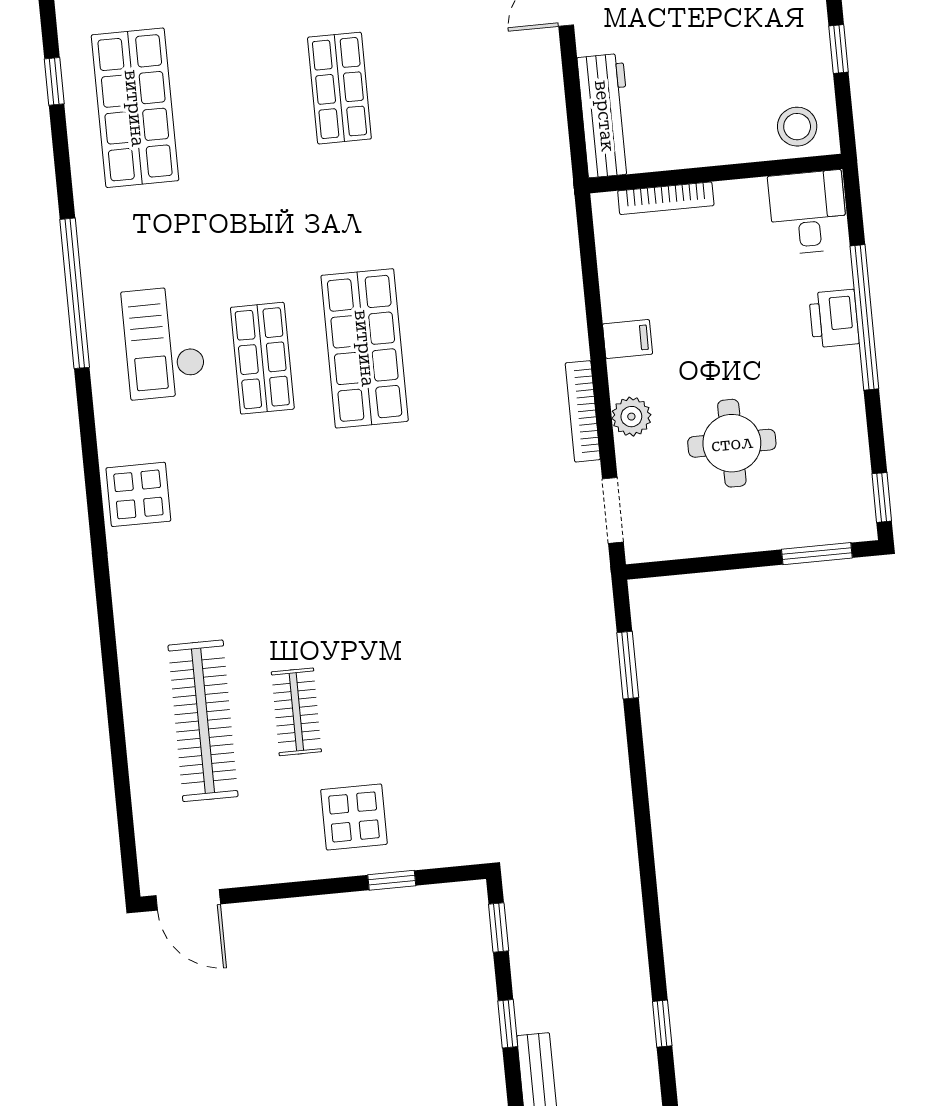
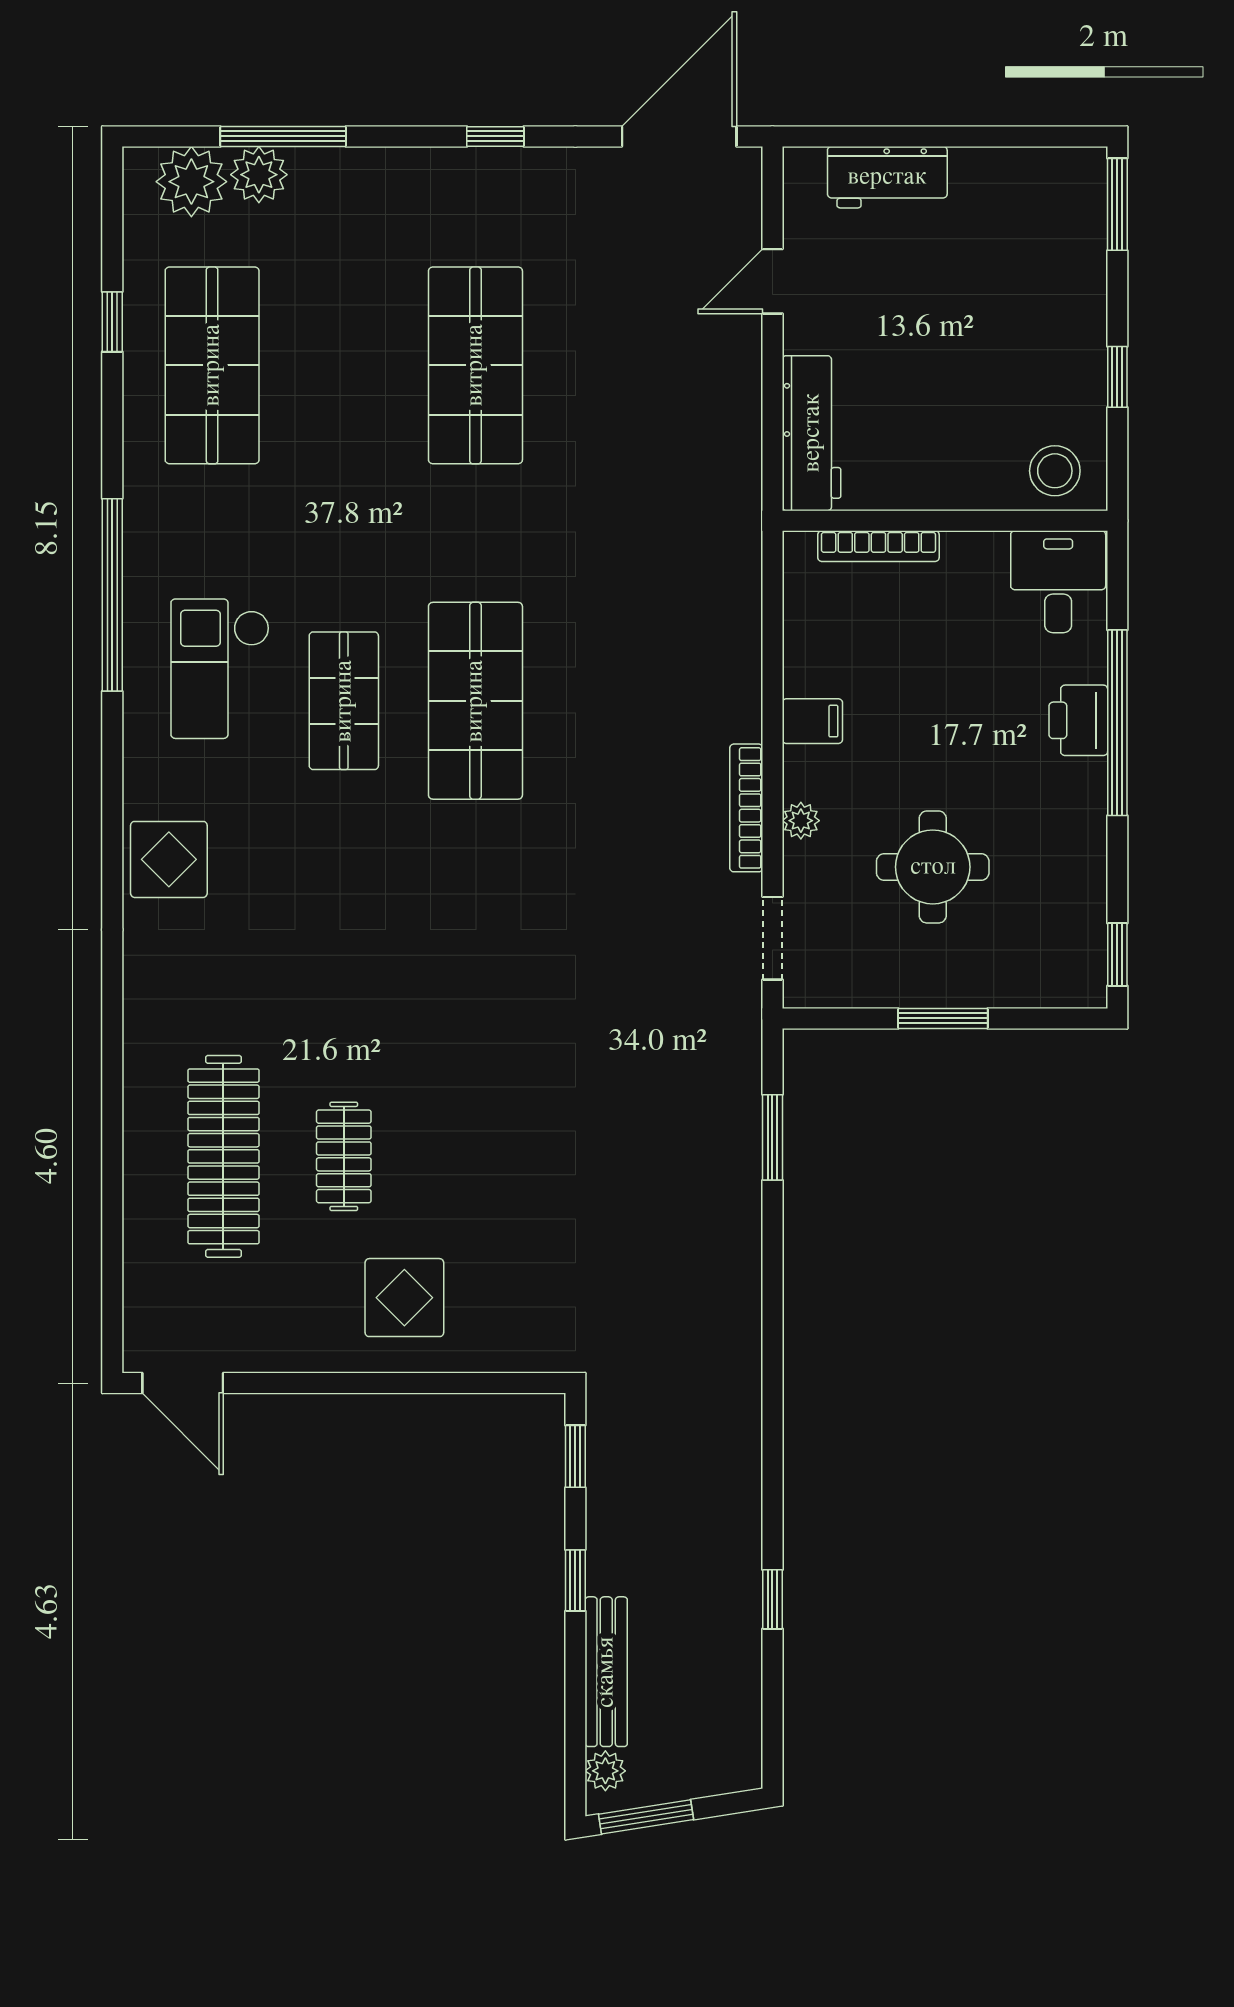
shop shelf: (339, 88) -> (475, 365), width x1.43, depth x1.36
plant: (631, 417) -> (801, 821), width x0.73, depth x0.73
window: (817, 554) -> (943, 1018), moved
window: (392, 880) -> (445, 1383), removed

